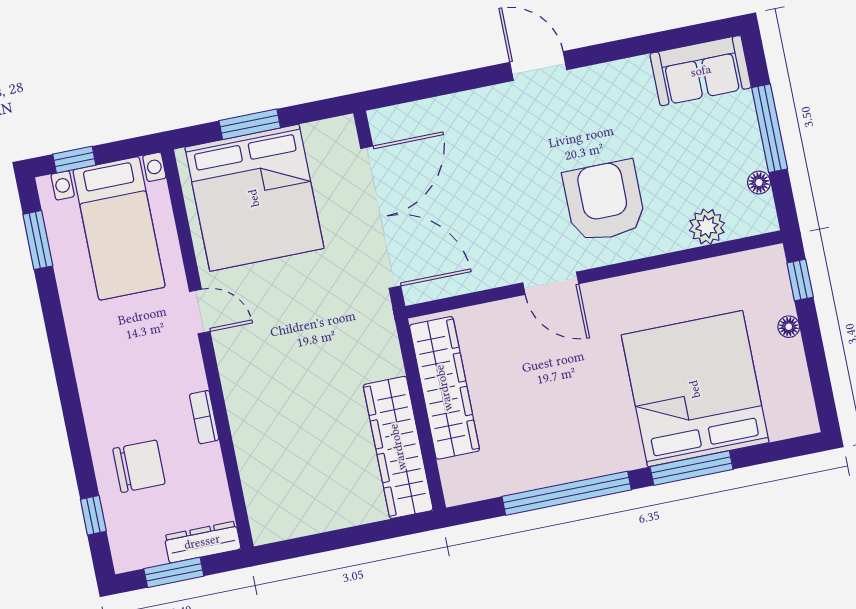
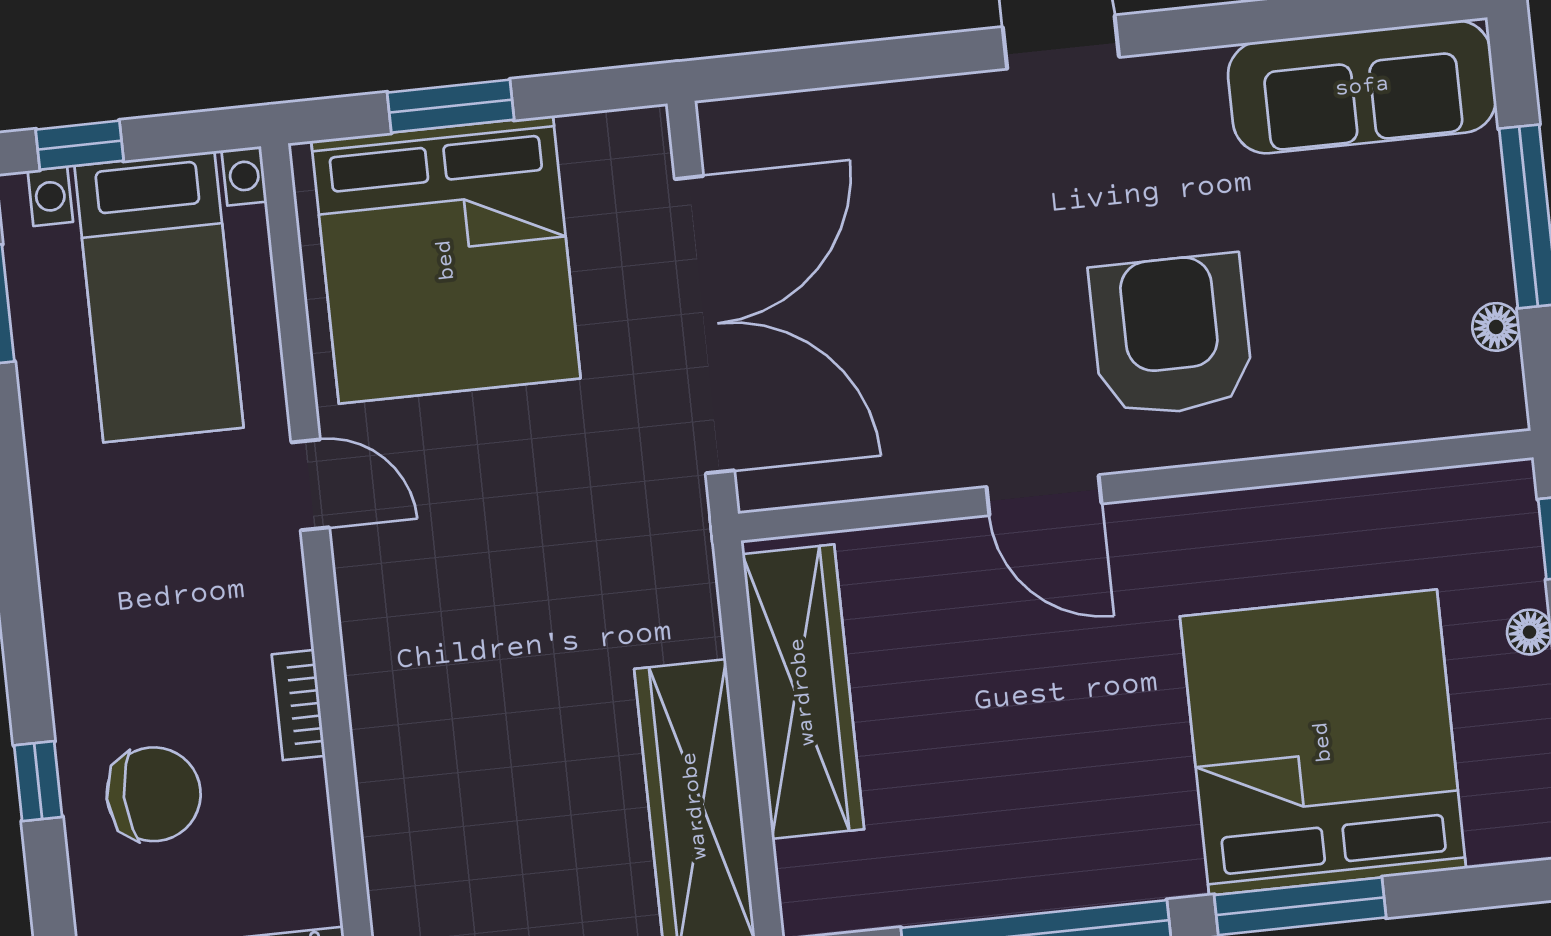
sofa: (701, 71) -> (1362, 87), width x1.36
plant: (707, 227) -> (1379, 408), removed
window: (93, 515) -> (38, 781), moved

